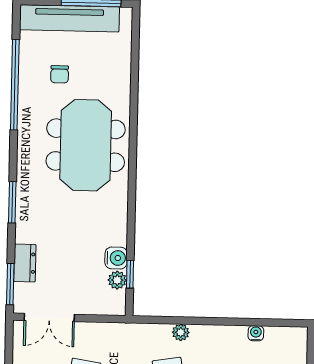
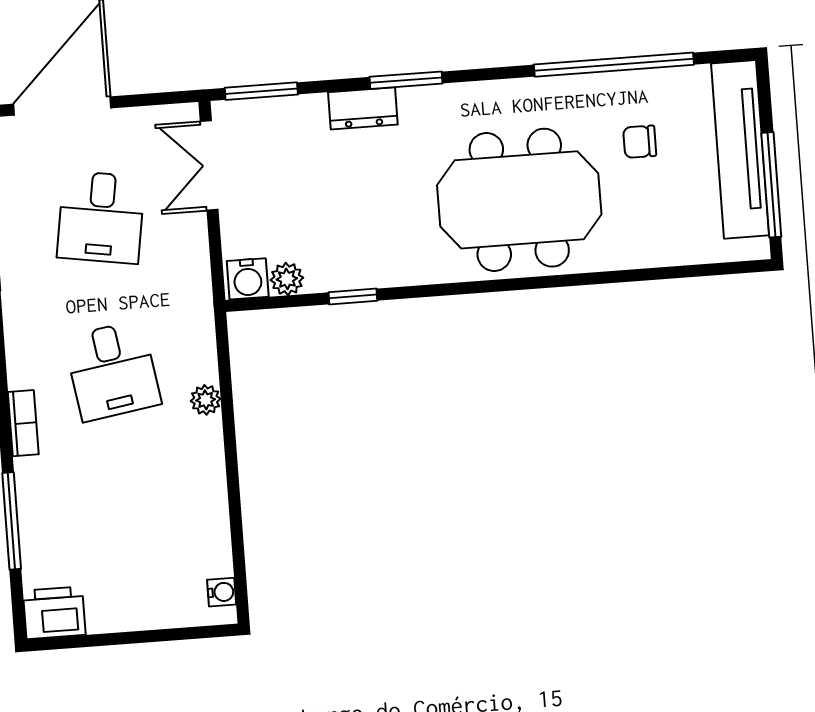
water cooler: (116, 258) -> (248, 279), moved
dresser: (25, 263) -> (363, 108), moved
window: (130, 274) -> (353, 296), moved
water cooler: (256, 333) -> (222, 592), moved

